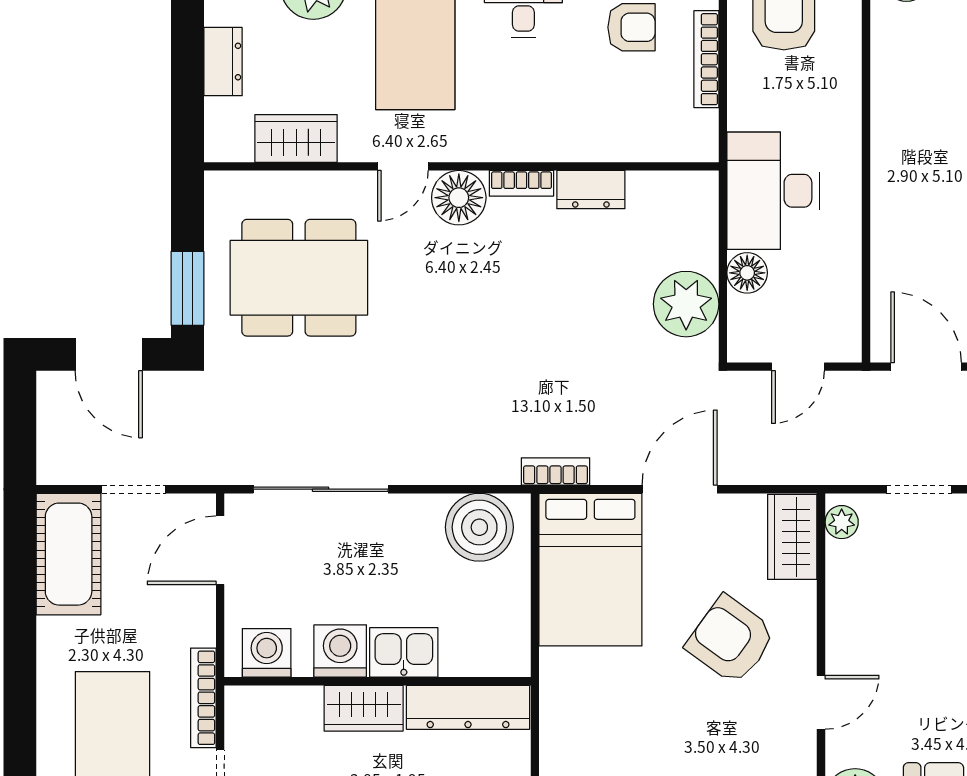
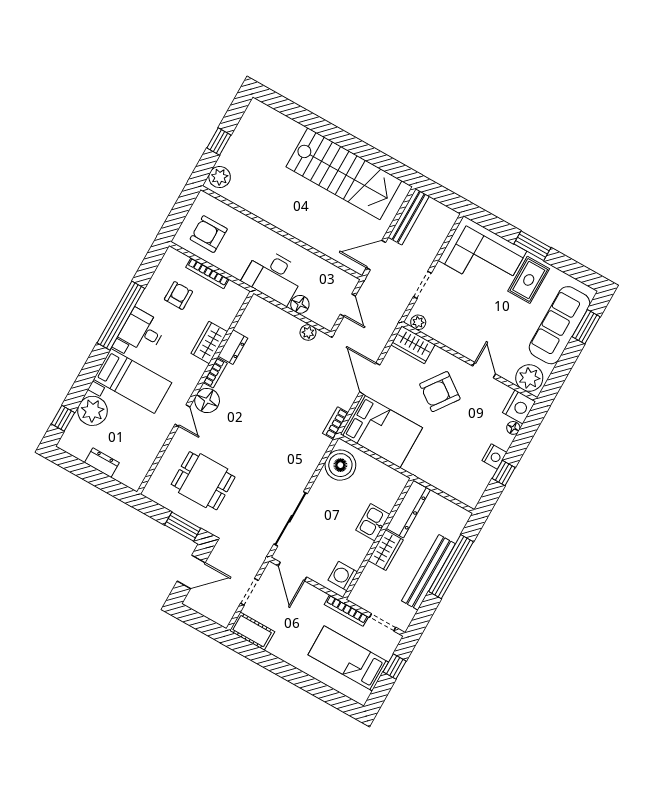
wardrobe: (296, 138) -> (209, 343), moved
dining table: (299, 278) -> (203, 481), width x0.73
plant: (686, 304) -> (308, 332), width x0.53, depth x0.53
cot: (69, 554) -> (252, 631), width x0.73, depth x0.75
washing machine: (340, 651) -> (358, 547), removed

